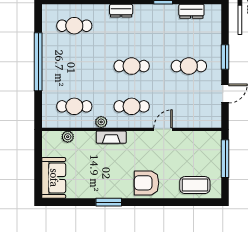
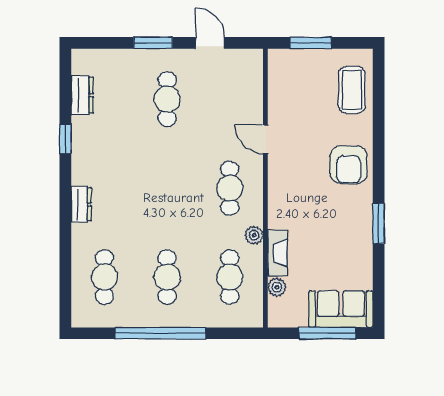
cafe table: (132, 66) -> (167, 277), moved
fireplace: (111, 137) -> (278, 253), moved
window: (225, 159) -> (311, 43), width x0.69
window: (38, 169) -> (327, 333), added

